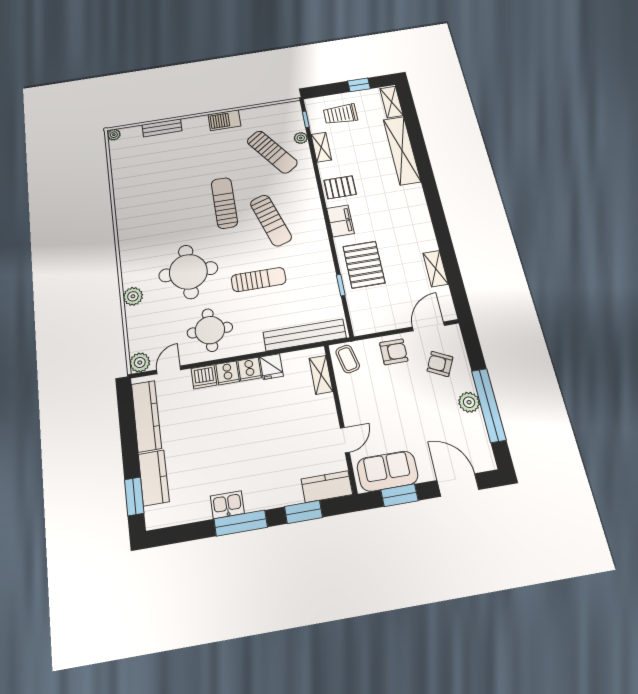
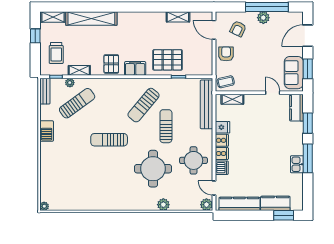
bench: (162, 128) -> (45, 91), moved
sun lounger: (271, 220) -> (144, 105), moved, turned 148

